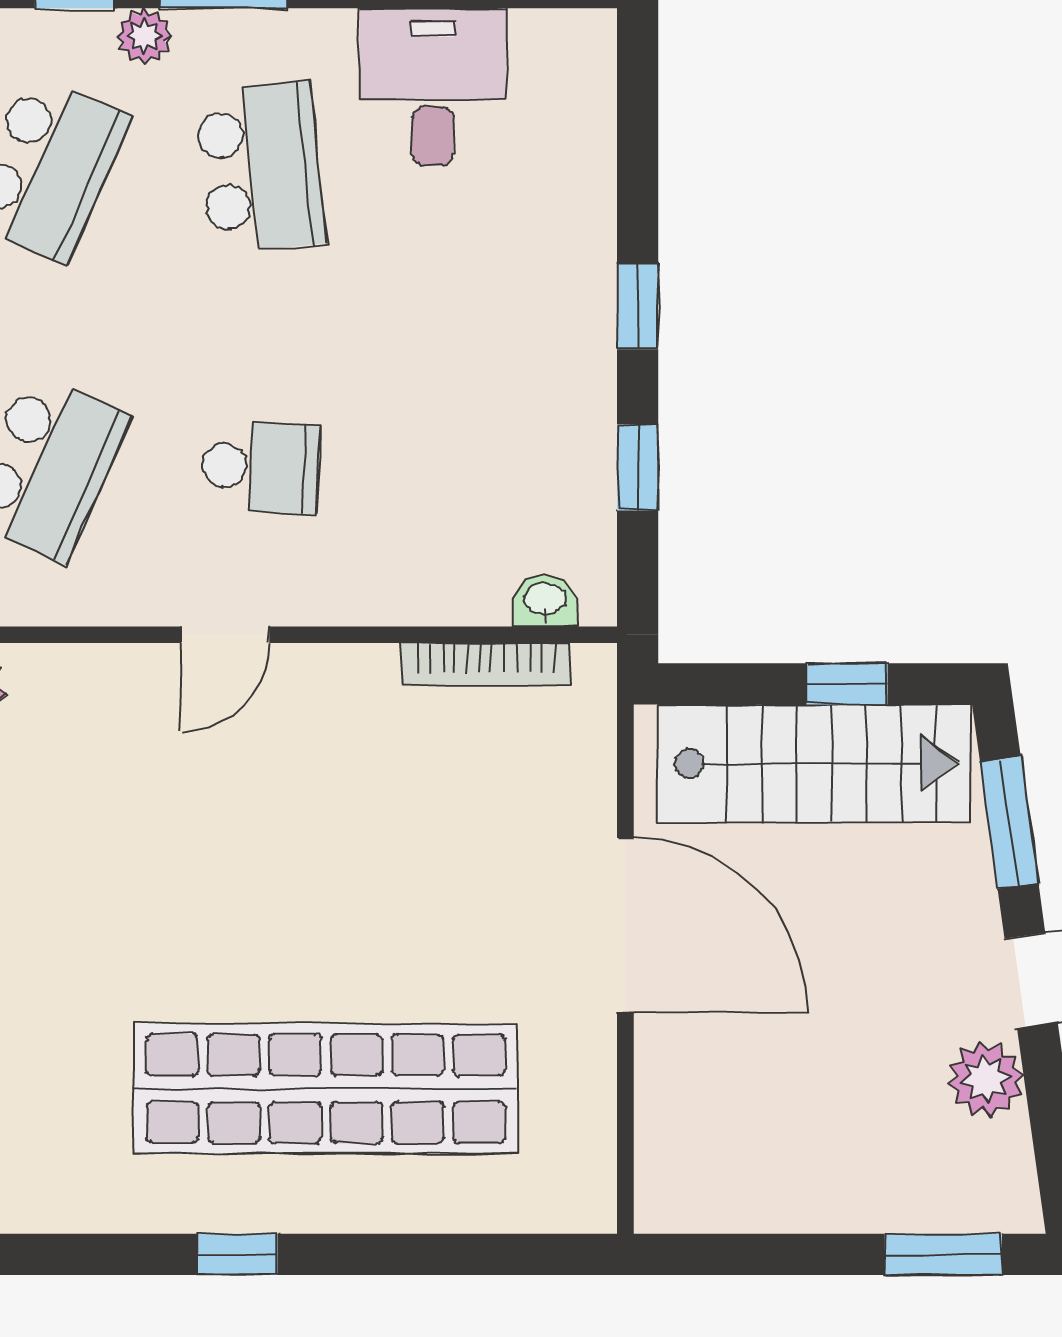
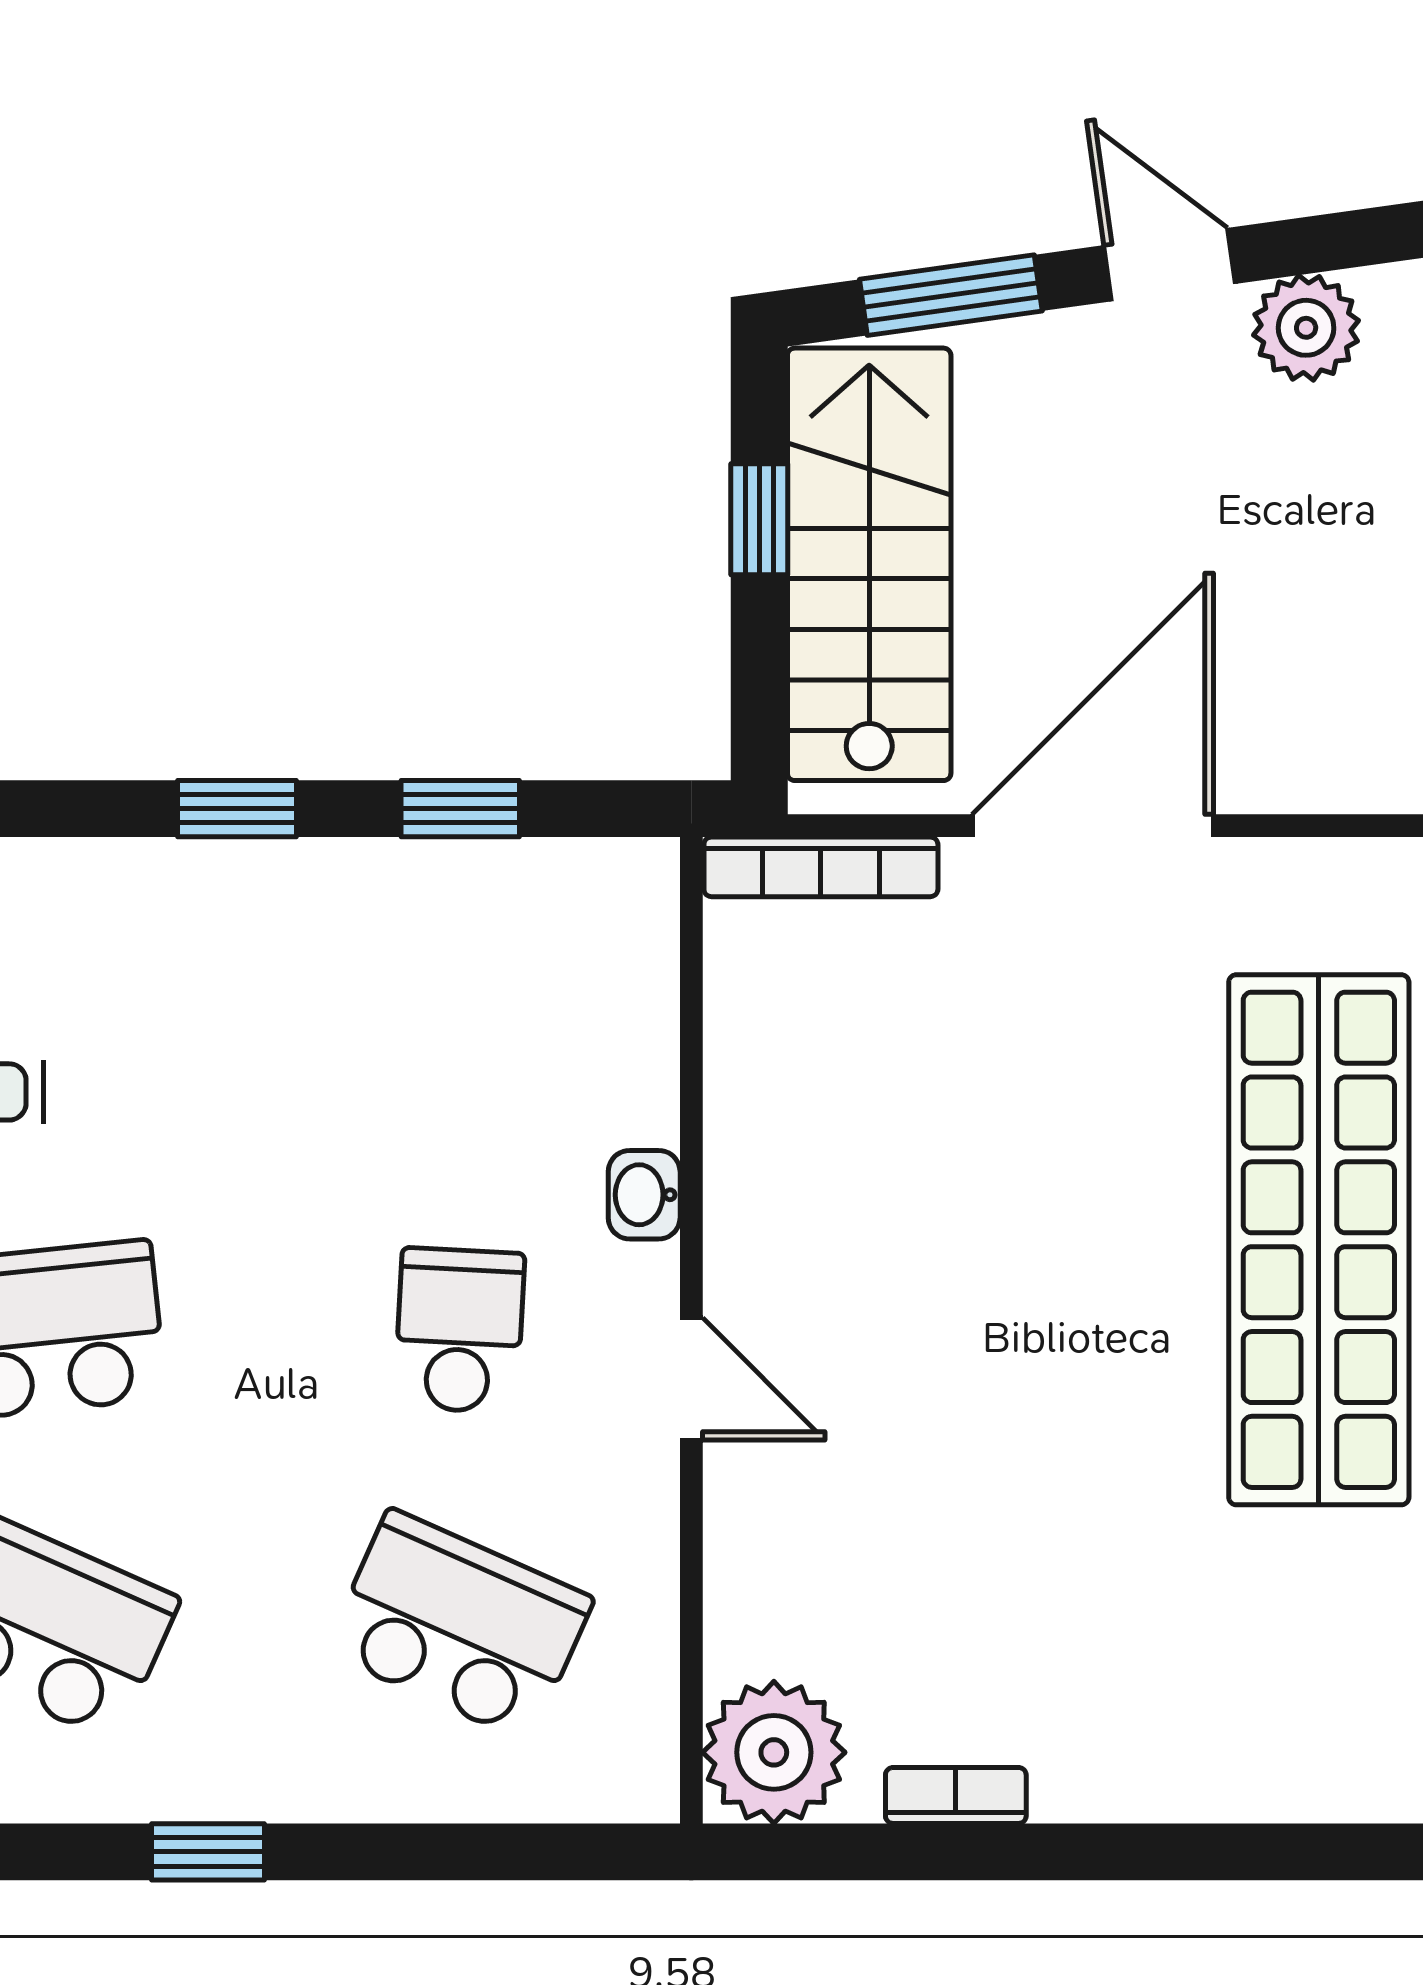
washbasin: (545, 601) -> (644, 1195), moved
bookcase: (486, 665) -> (821, 867), moved, turned 90

